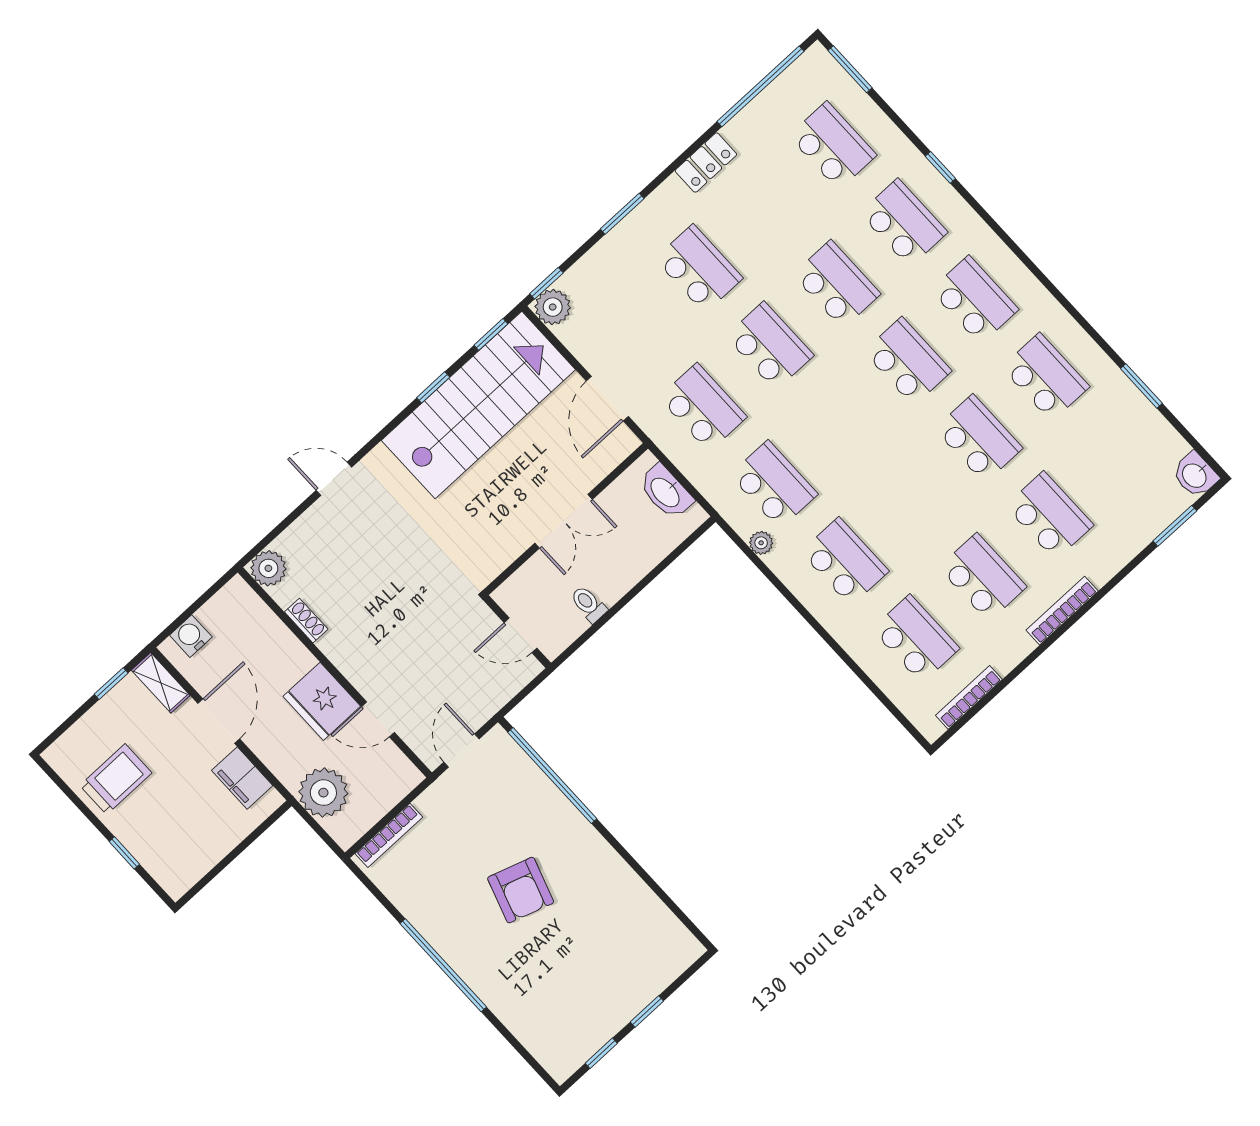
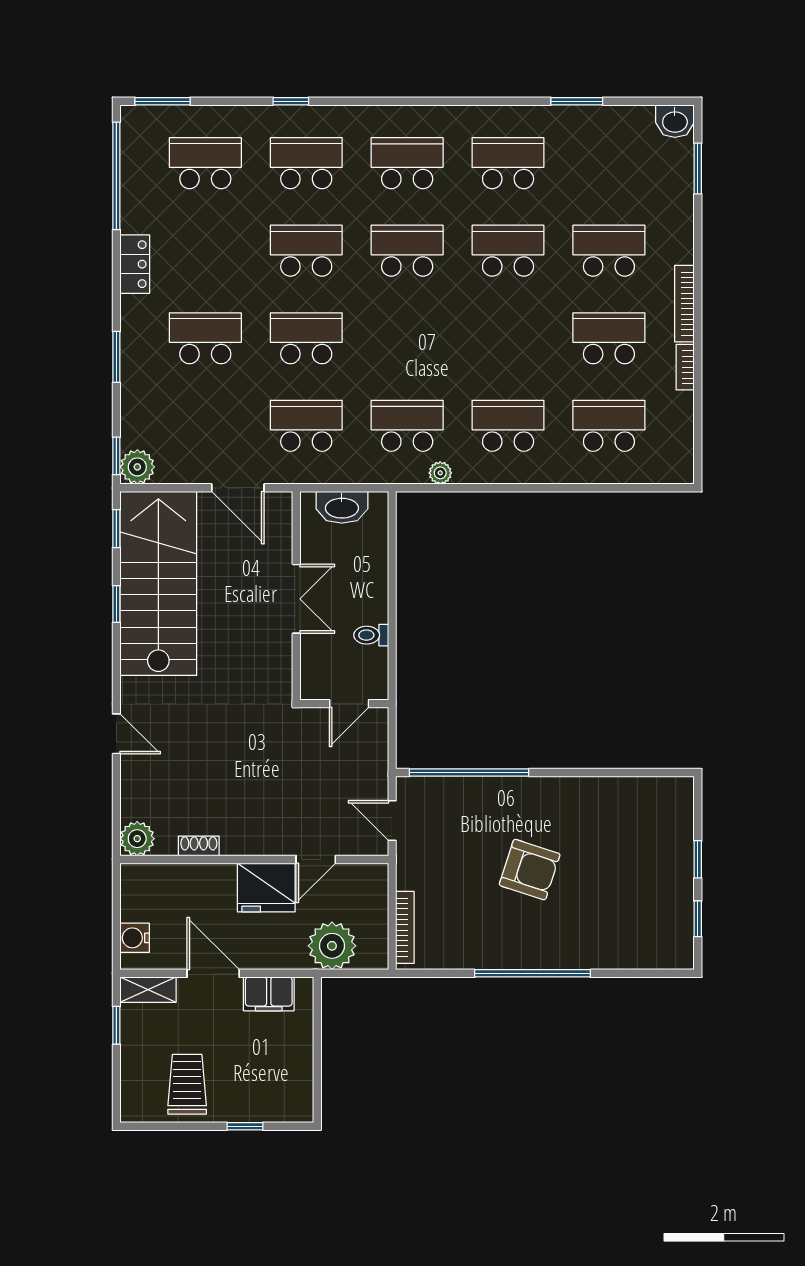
door: (334, 479) -> (116, 734), swing flipped
bookcase: (969, 697) -> (685, 367), moved, width x0.64

